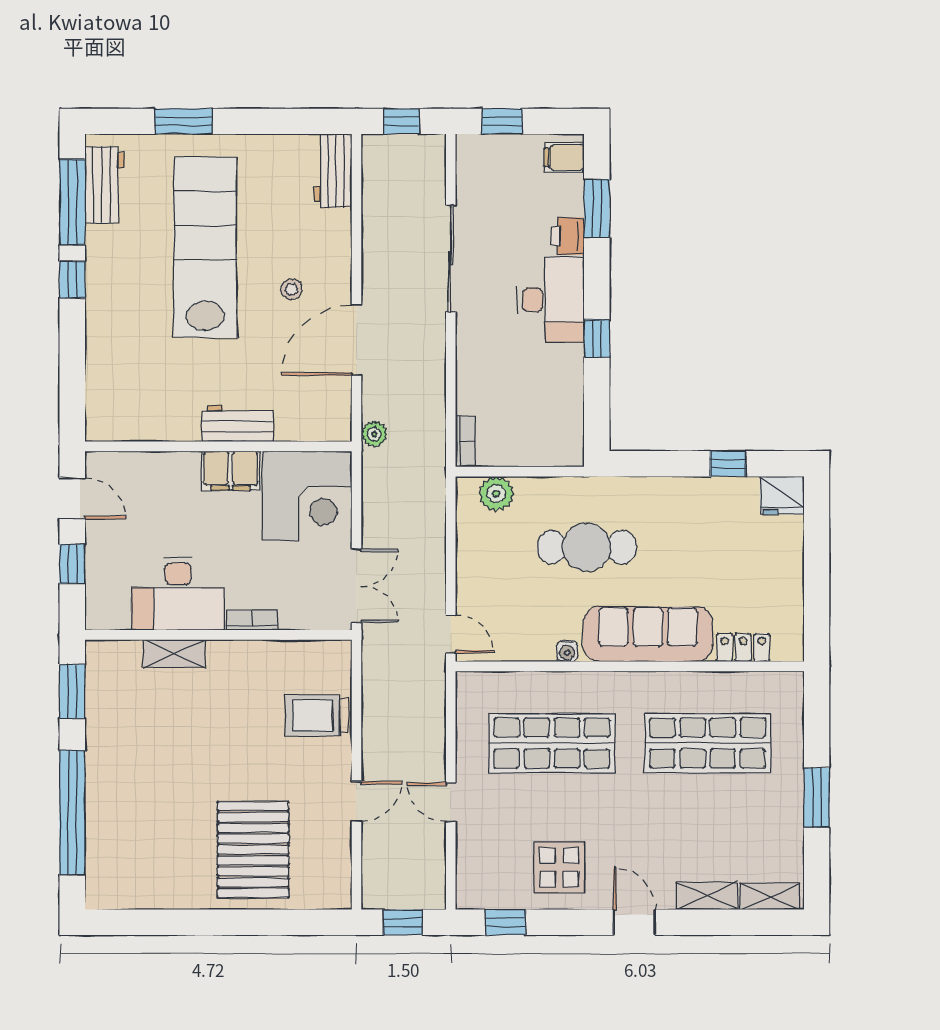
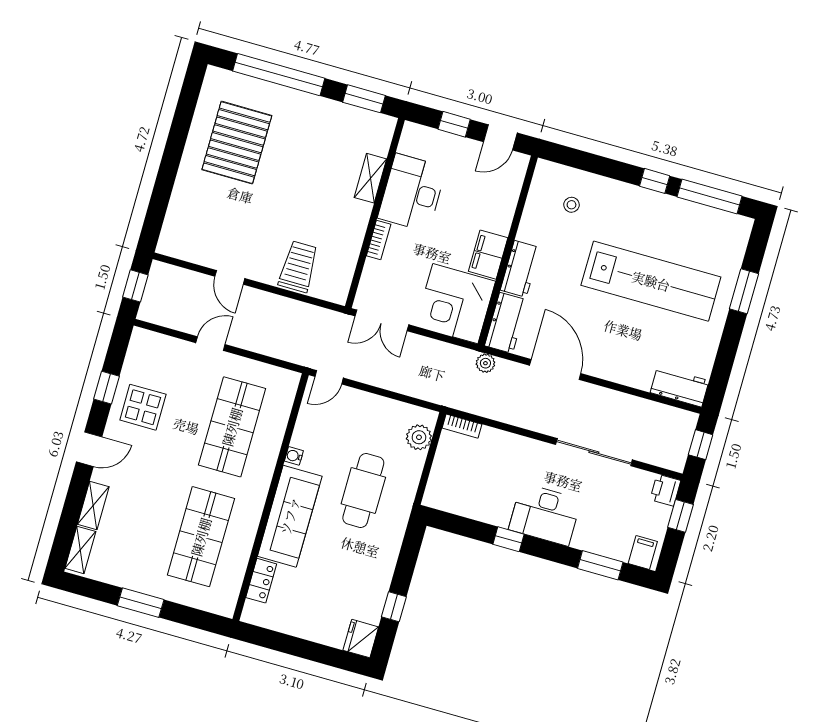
workbench: (105, 185) -> (506, 323), moved, turned -90
printer: (567, 236) -> (665, 490), moved, turned -90
stool: (291, 289) -> (571, 205), moved
pallet: (253, 850) -> (237, 143), moved, turned 90
window: (505, 922) -> (106, 388), moved

